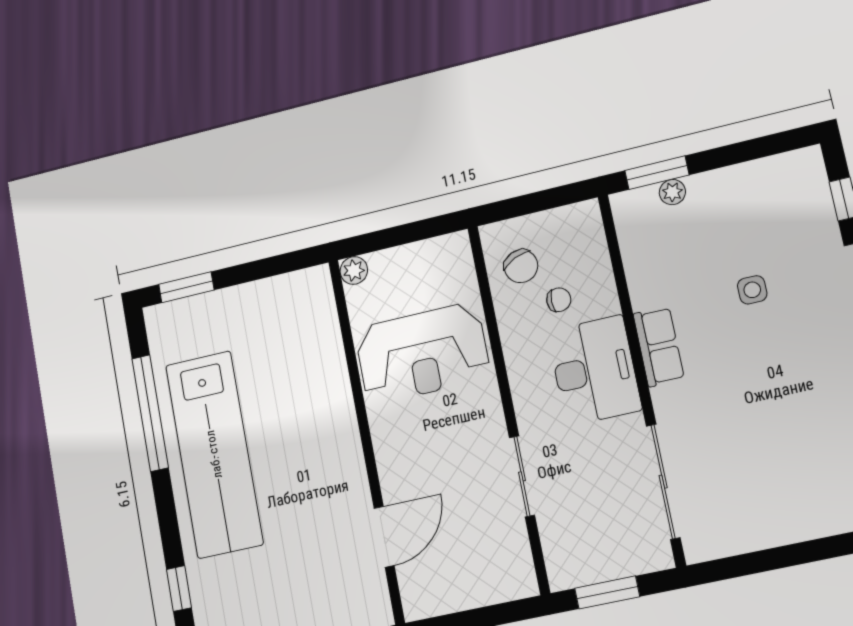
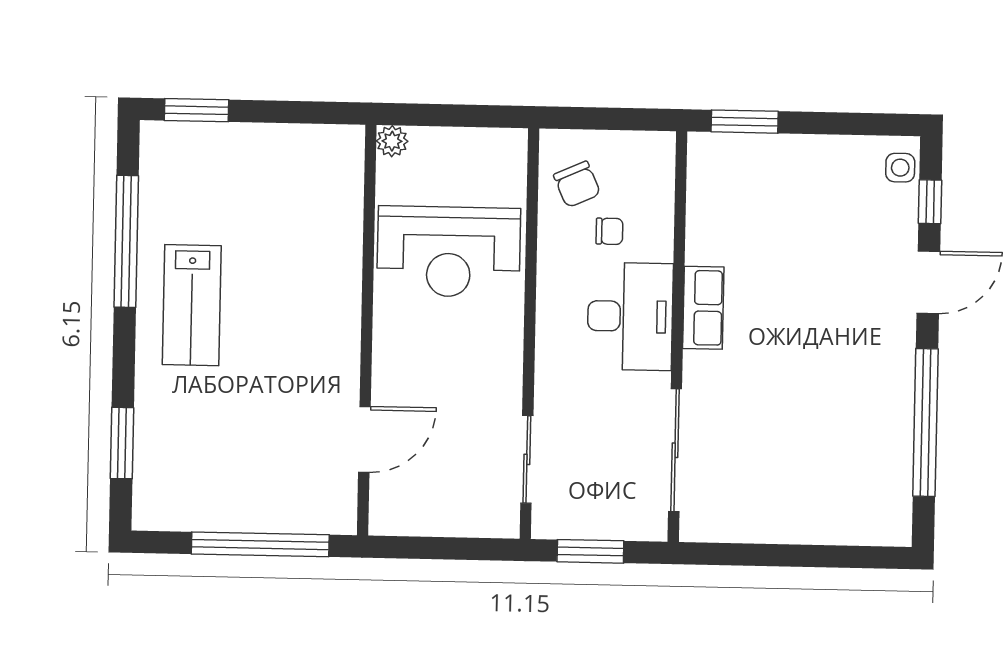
plant: (672, 192) -> (756, 147), removed
side table: (752, 290) -> (900, 168), moved
lab bench: (214, 454) -> (192, 305), width x0.54, depth x0.72
sliding door: (522, 476) -> (527, 459), moved
window: (179, 589) -> (122, 443), width x1.50

